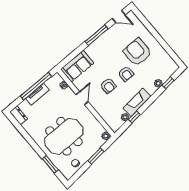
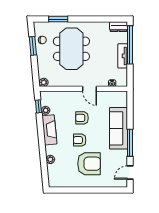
sofa: (77, 66) -> (118, 128), moved, width x1.36
window: (168, 83) -> (44, 167), removed
window: (36, 86) -> (130, 45), moved
window: (134, 117) -> (38, 106), moved
window: (96, 156) -> (33, 46), moved

